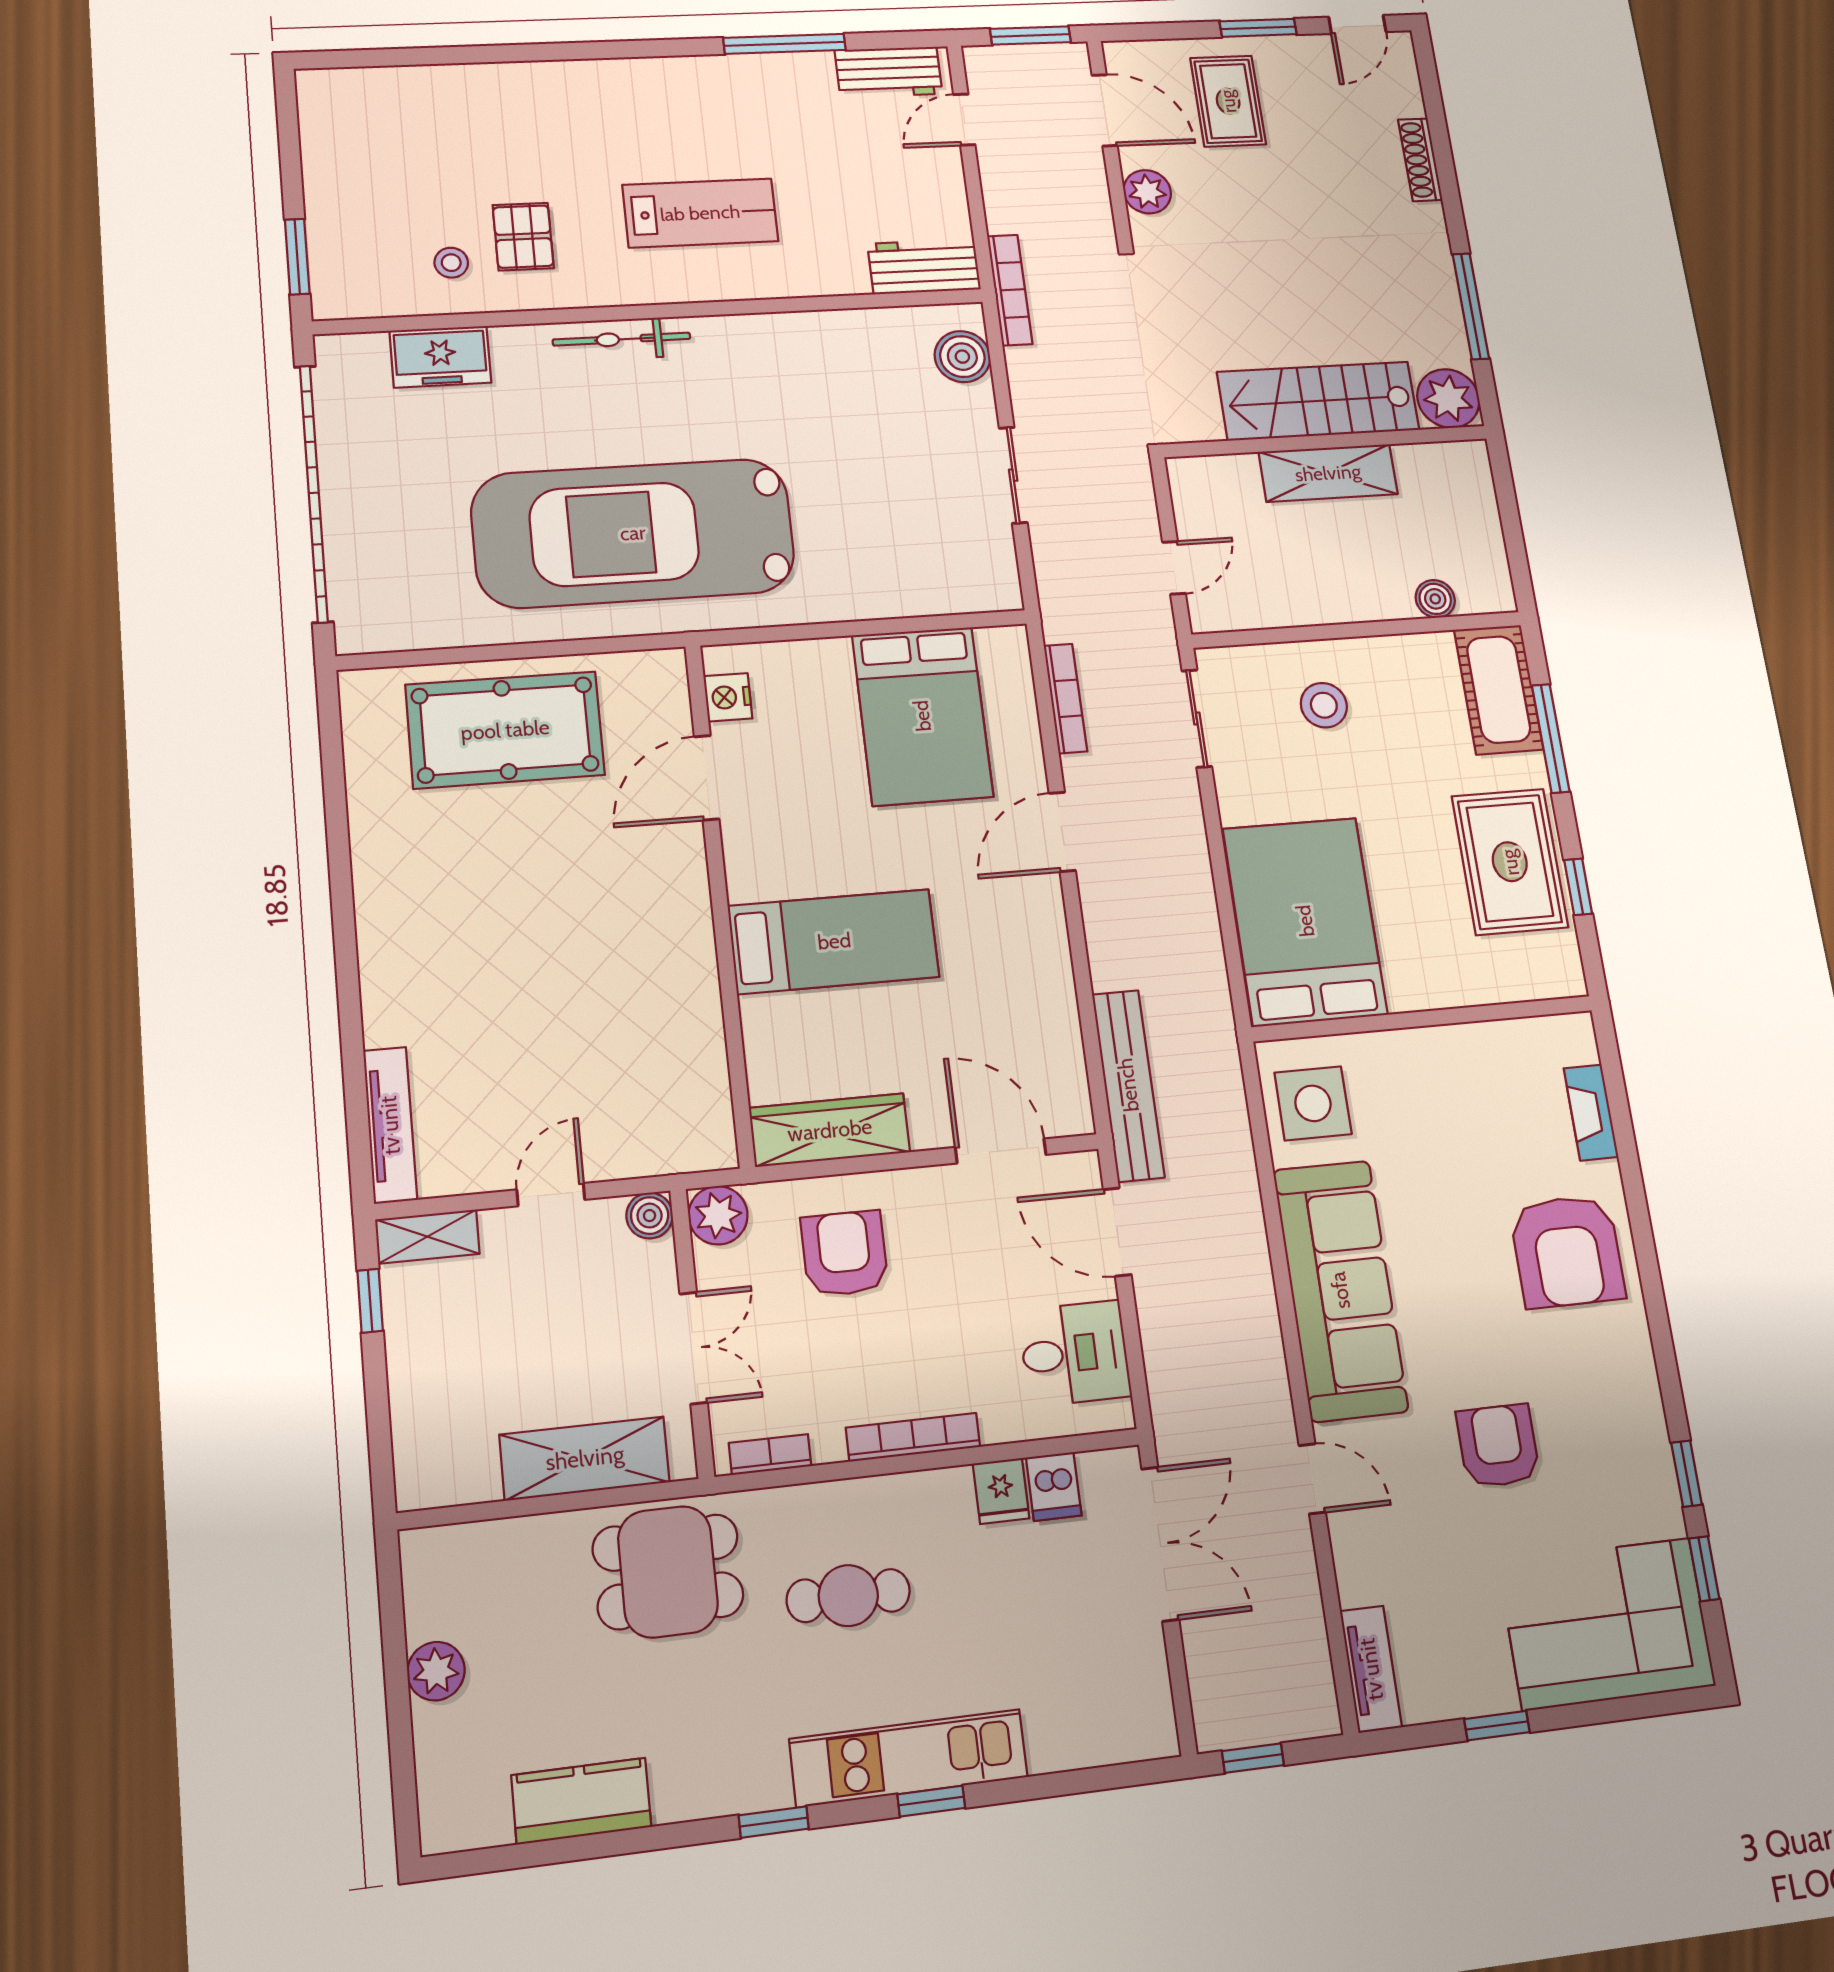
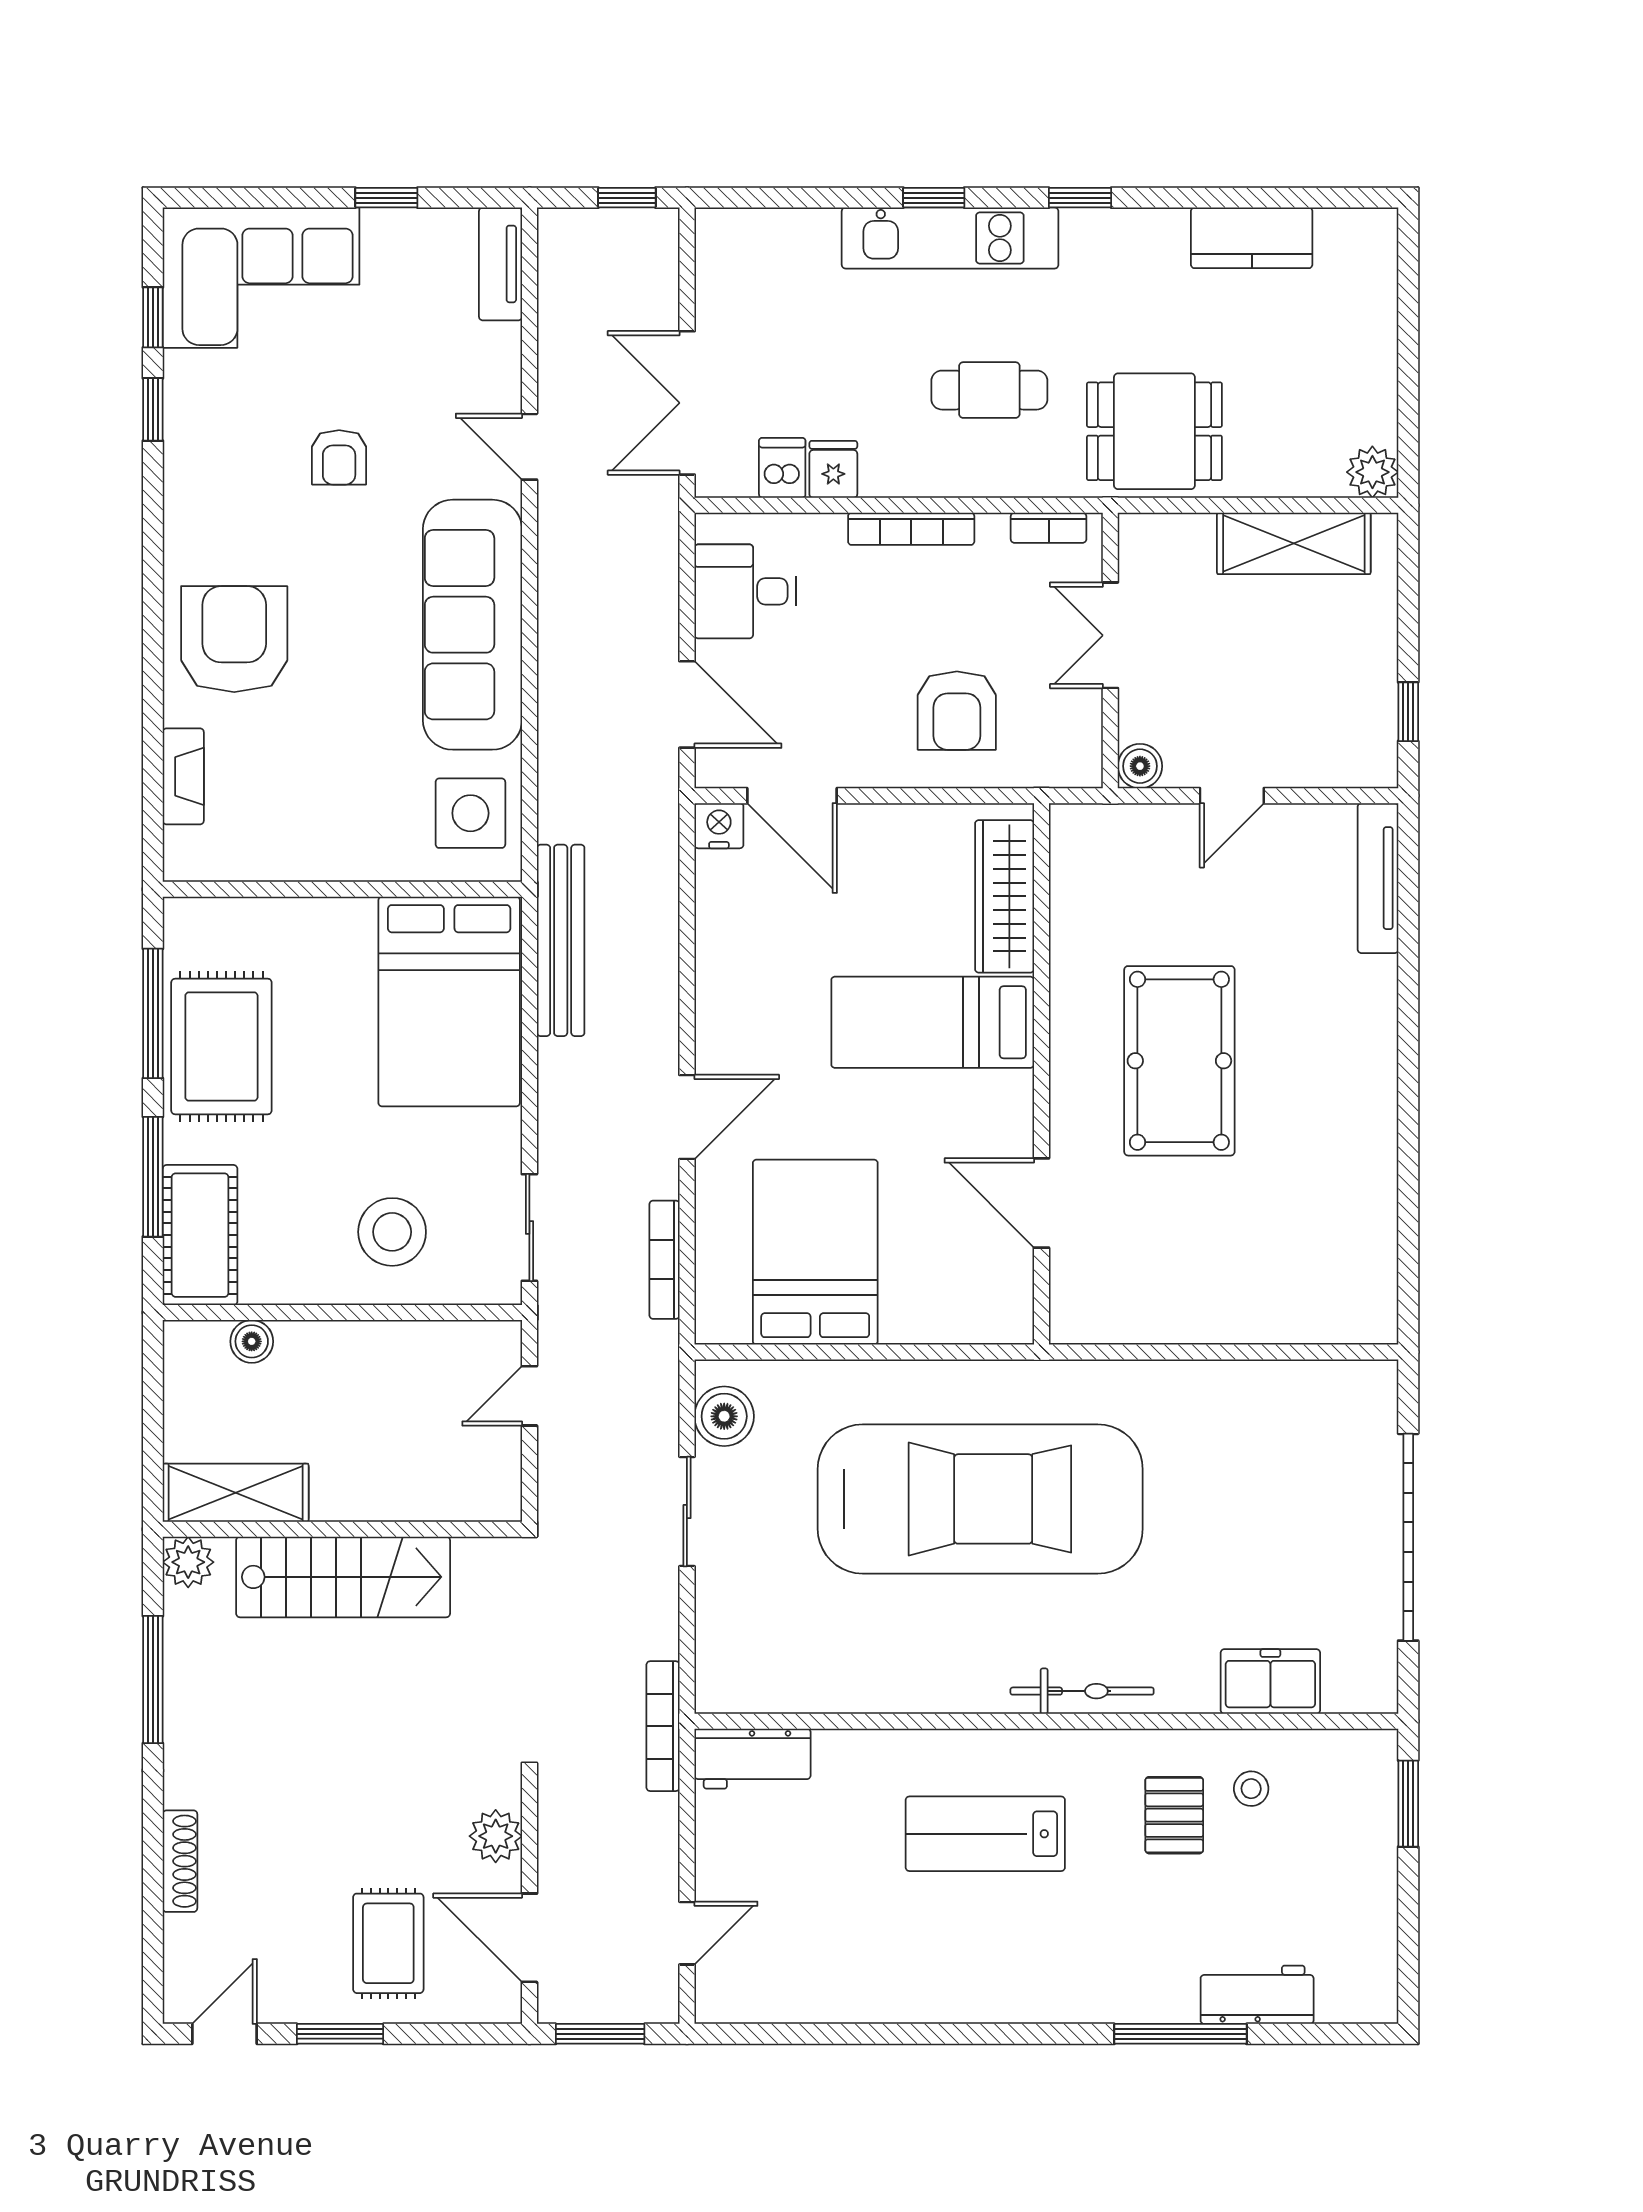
window: (785, 44) -> (1180, 2034), moved
workbench: (889, 72) -> (1257, 1995), moved
boiler: (962, 357) -> (724, 1416), moved
plant: (1448, 398) -> (188, 1562), width x0.73, depth x0.73
shelving: (1328, 473) -> (236, 1493), moved
garage door: (314, 493) -> (1408, 1537), width x0.73
car: (633, 533) -> (980, 1499), moved
nightstand: (728, 697) -> (719, 826), moved, turned -90
stool: (1324, 705) -> (392, 1232), width x1.38, depth x1.38
pool table: (505, 730) -> (1179, 1061), moved, turned 90
door: (707, 778) -> (1041, 1203), swing flipped
window: (1578, 887) -> (153, 1013), width x2.17
bench: (1128, 1085) -> (561, 940), moved
wardrobe: (830, 1130) -> (1005, 896), moved, turned 90
plant: (718, 1215) -> (1075, 760), removed
shelving: (427, 1237) -> (1351, 767), removed
armchair: (1498, 1446) -> (339, 457), width x0.72, depth x0.72
shelving: (585, 1458) -> (1294, 543), moved
plant: (436, 1671) -> (1372, 472), moved

